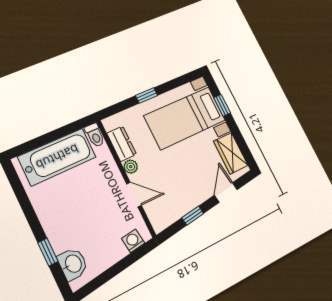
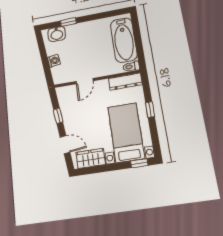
window: (222, 105) -> (139, 163), moved
dresser: (122, 144) -> (125, 82), width x1.44
plant: (131, 167) -> (103, 84), removed
washing machine: (133, 241) -> (54, 61), moved

